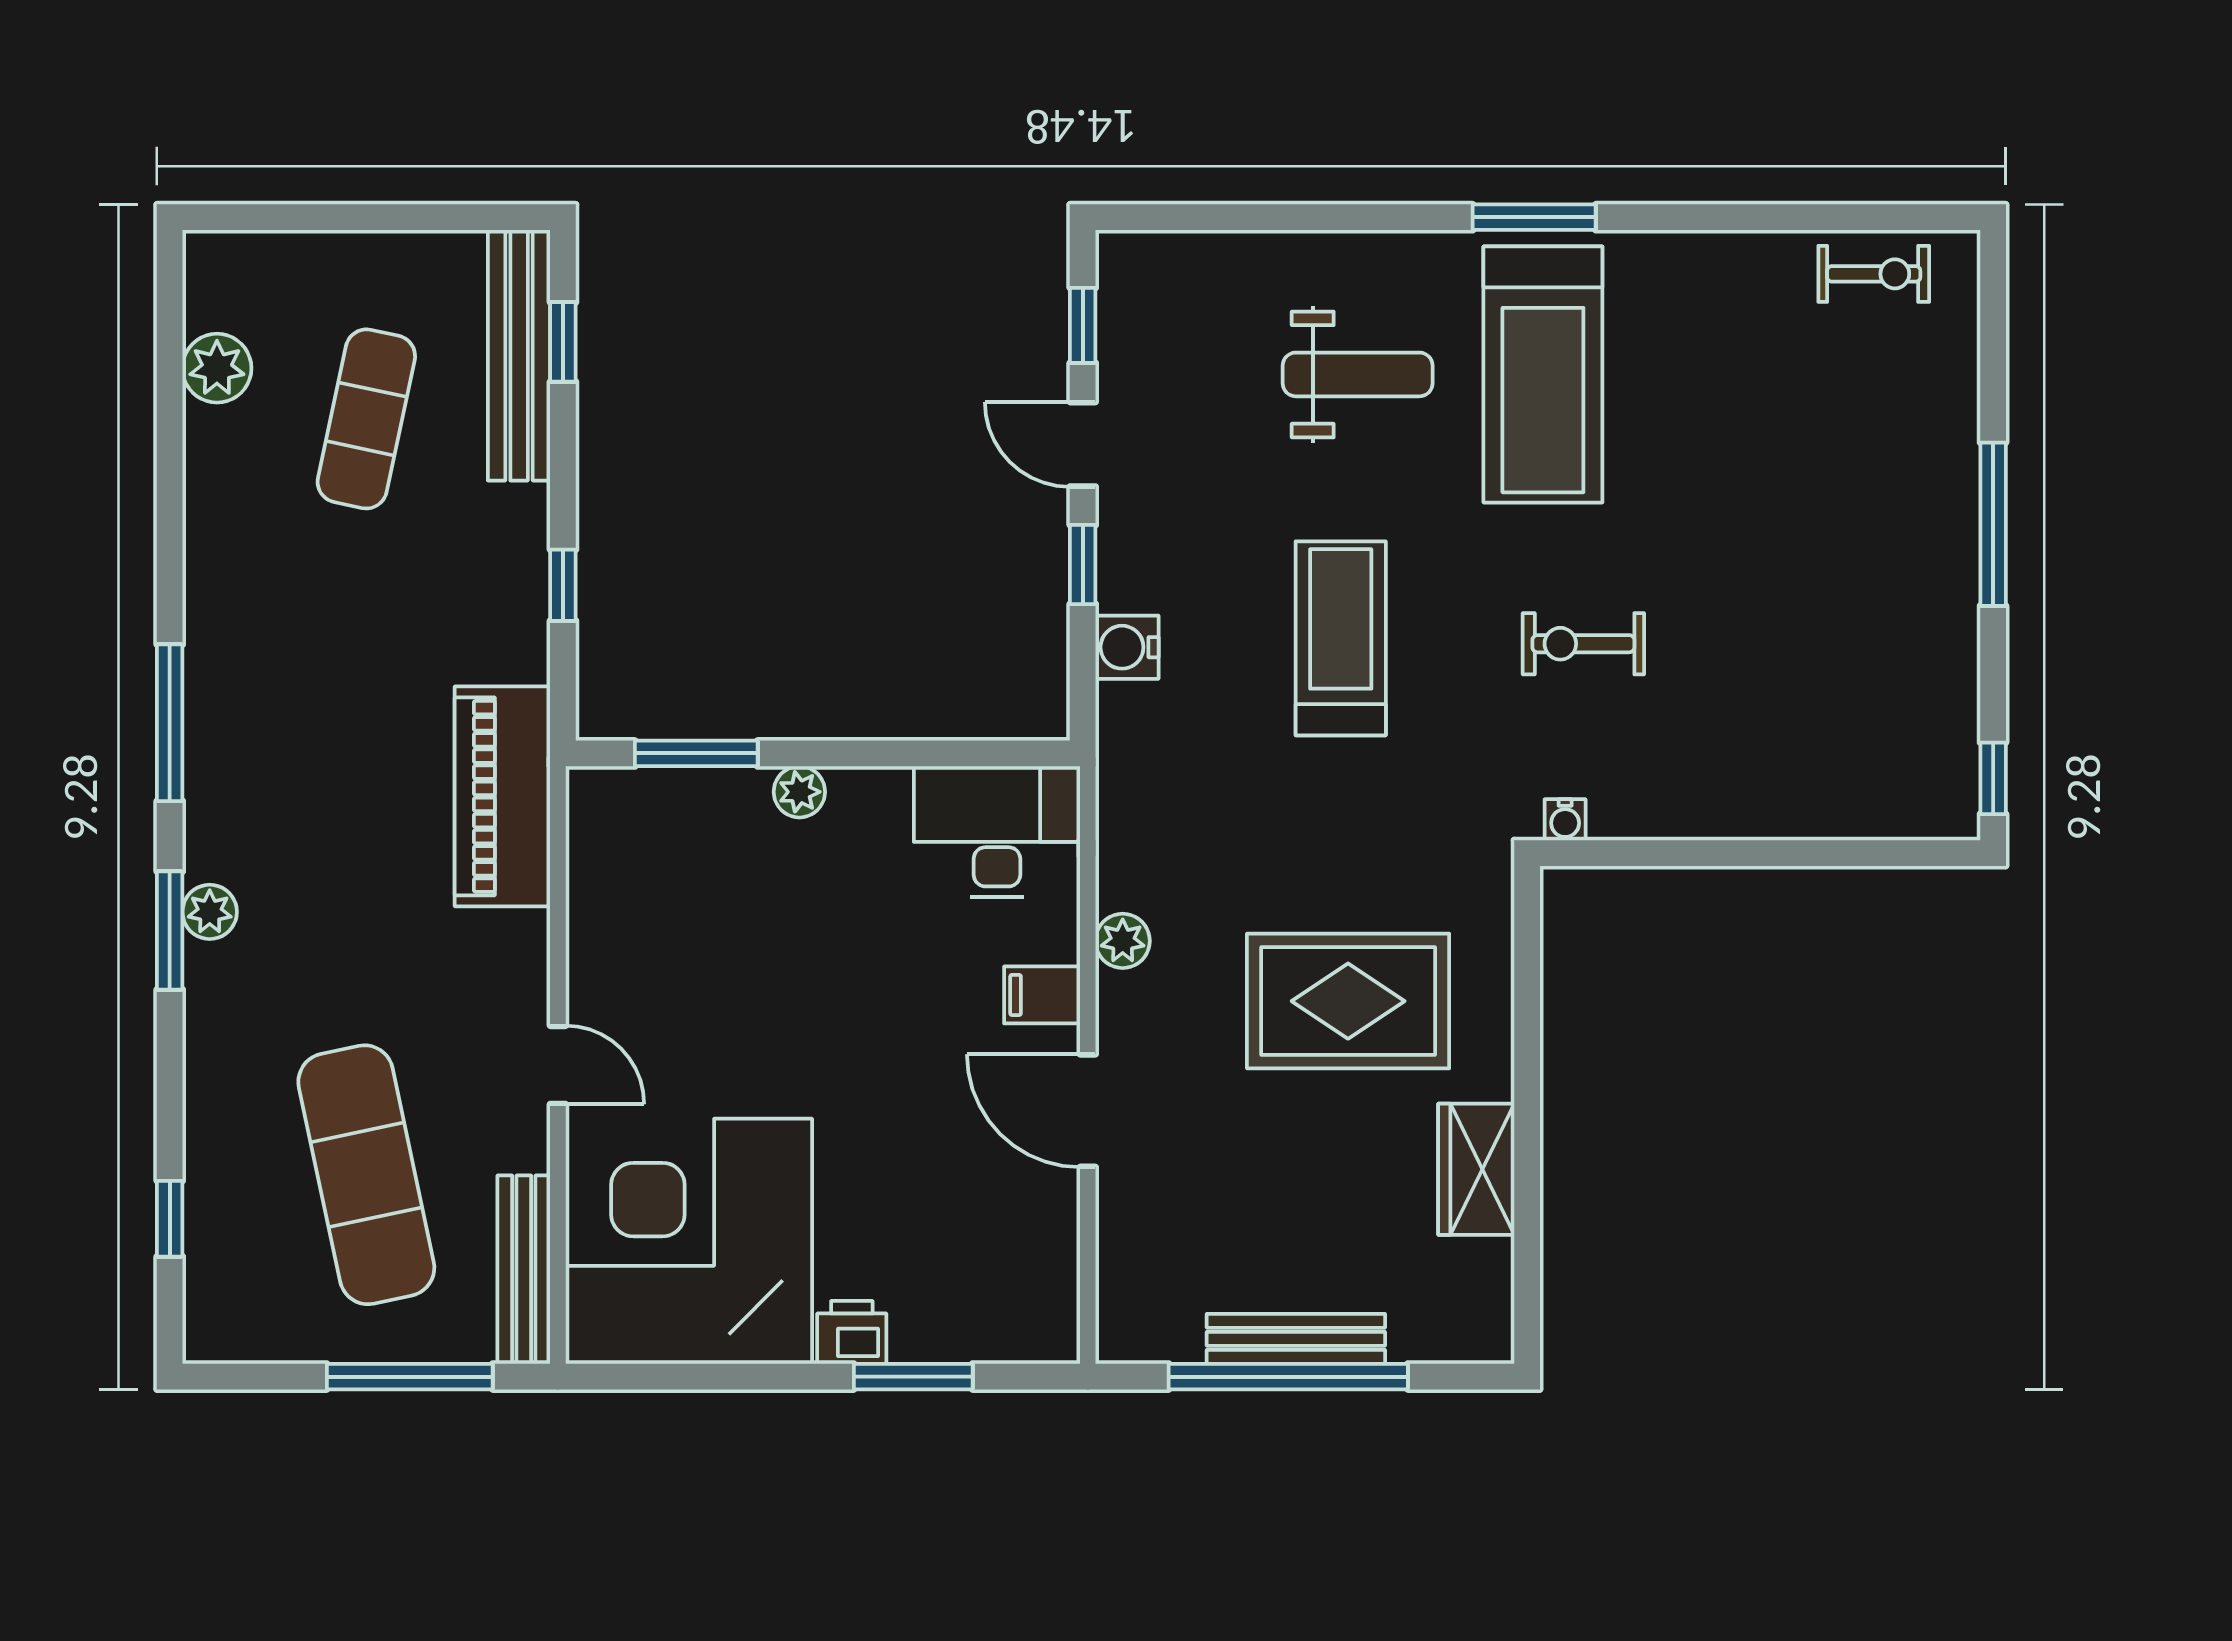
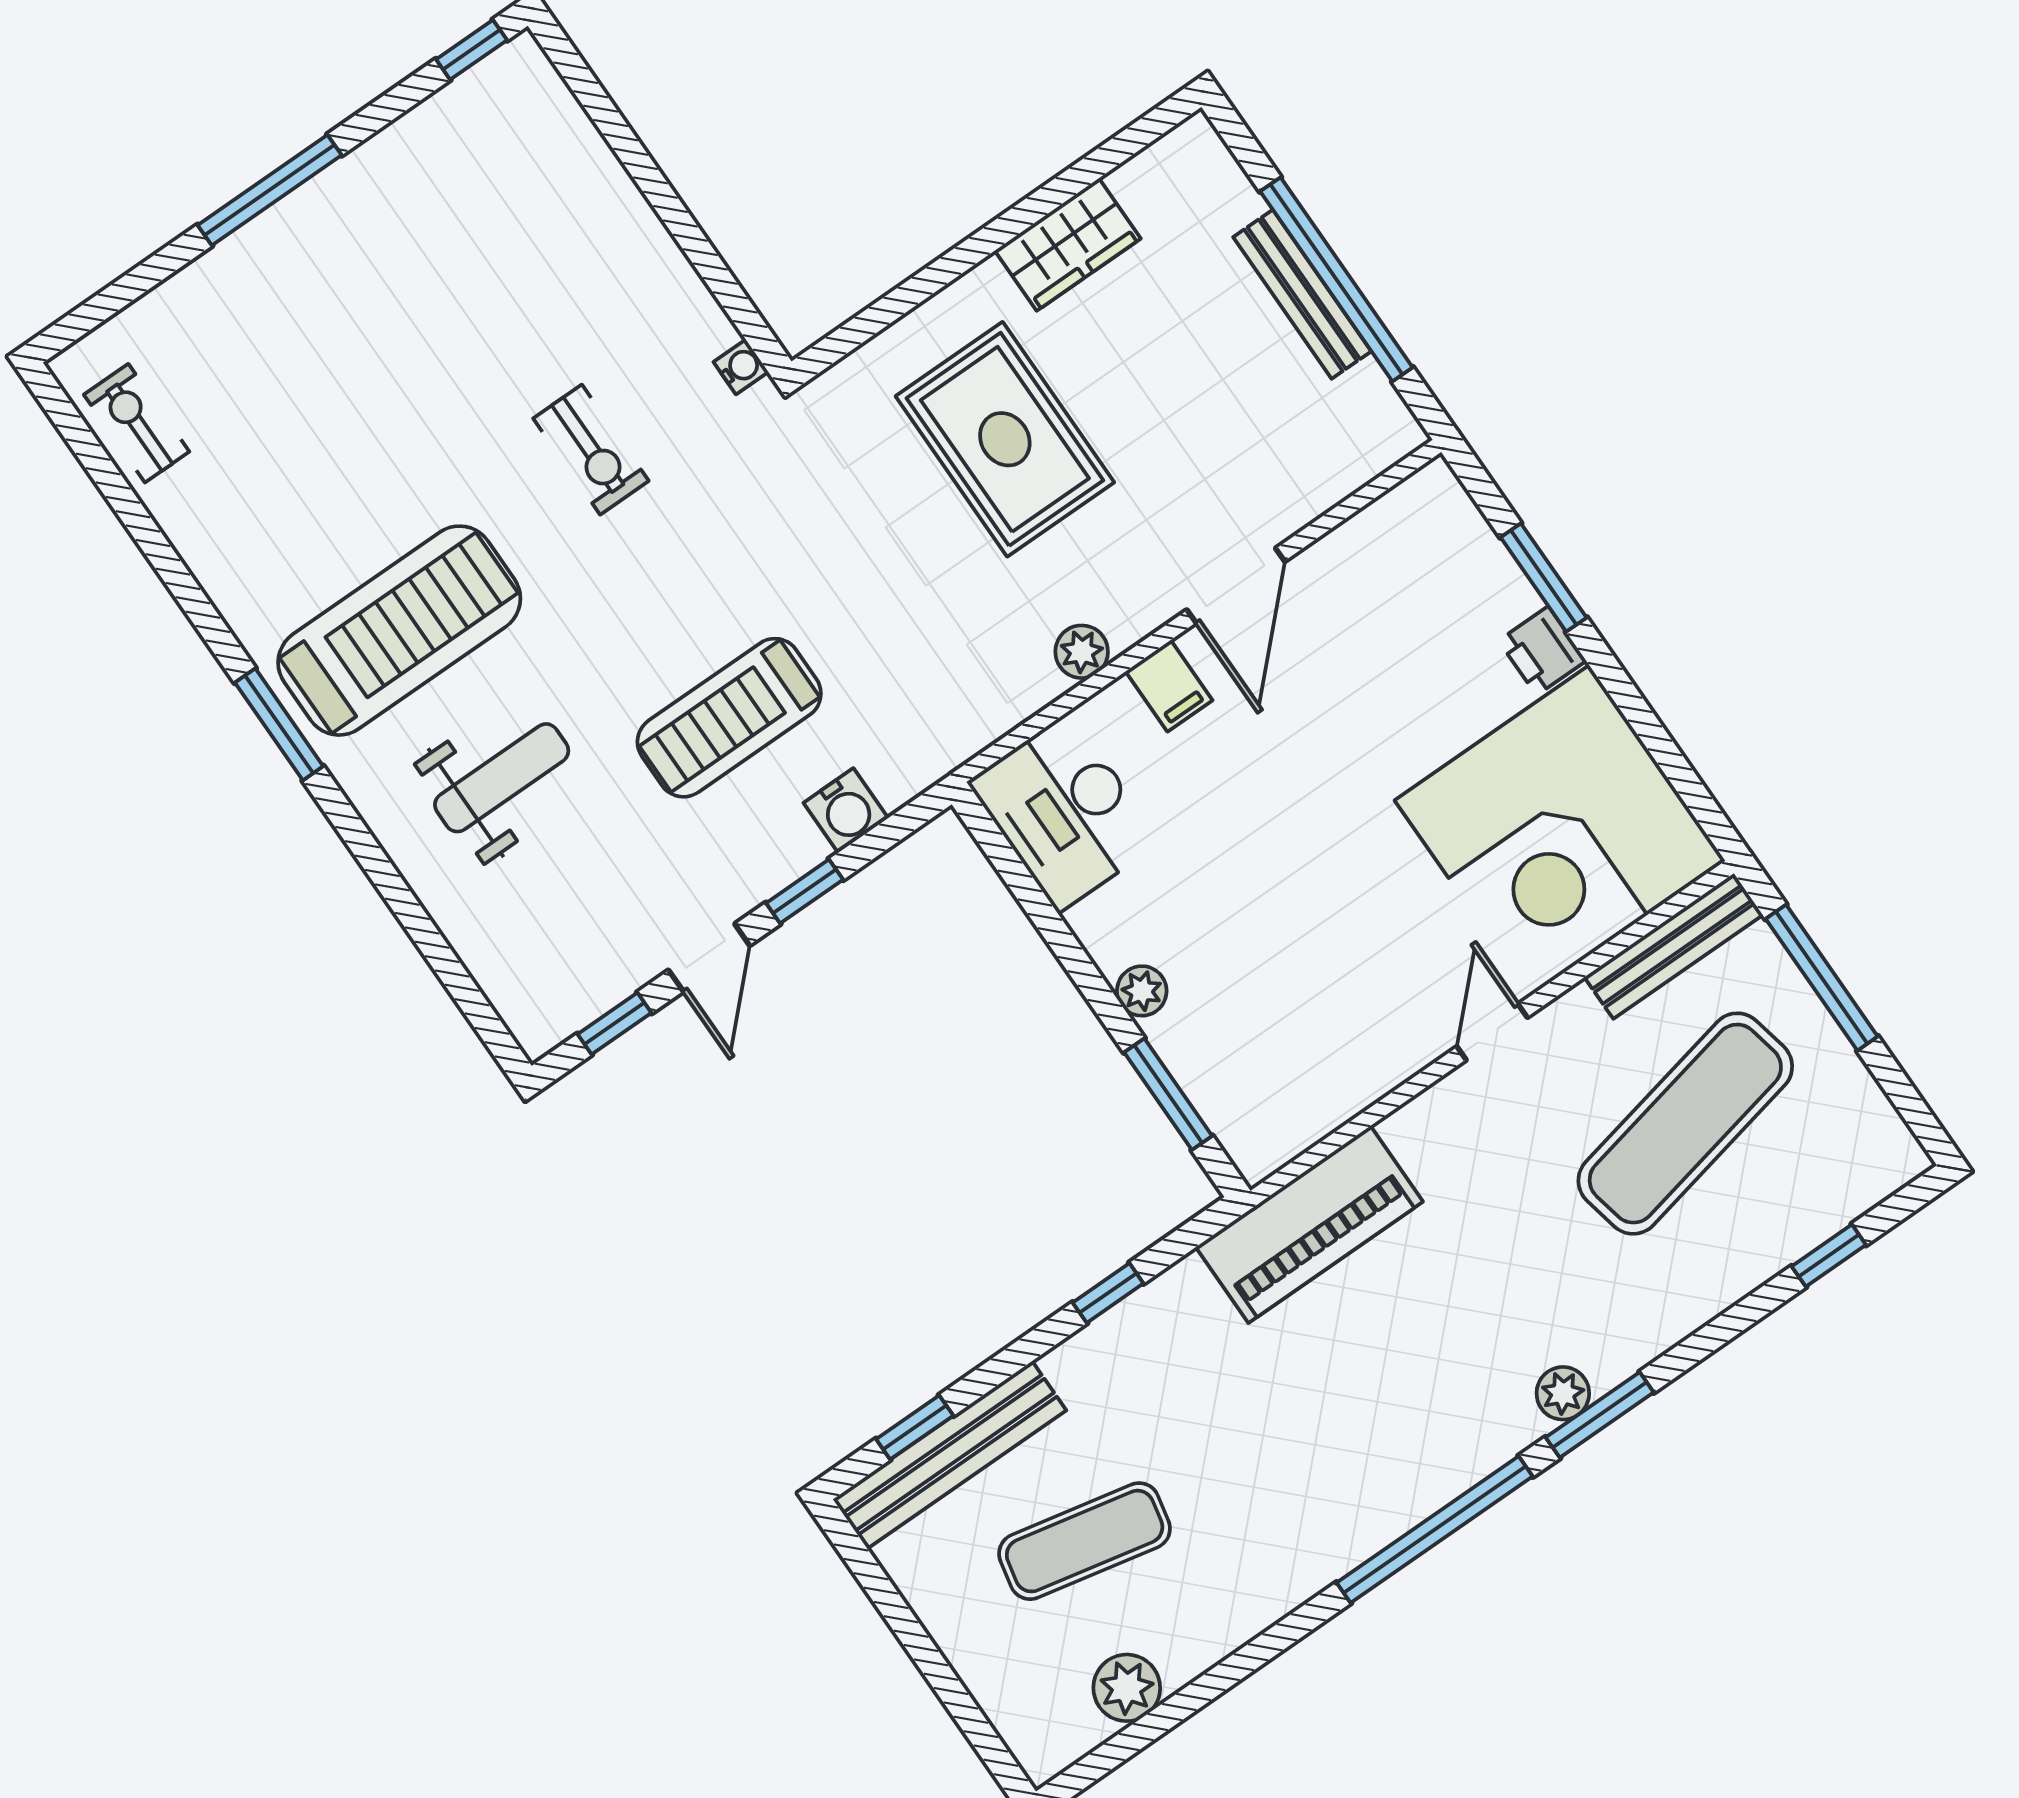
weight bench: (1358, 374) -> (502, 778), turned 90
treadmill: (1341, 638) -> (729, 718), moved
window: (170, 723) -> (1435, 1530), width x1.46

